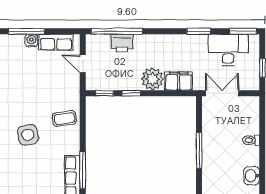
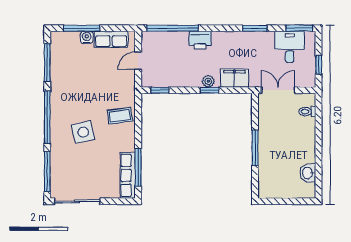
printer: (122, 43) -> (200, 40), moved
desk: (228, 50) -> (290, 47), width x0.73
door: (83, 64) -> (138, 61), hinge flipped
plant: (152, 79) -> (208, 81), width x0.53, depth x0.53
window: (131, 93) -> (210, 90), moved
toilet: (251, 140) -> (307, 112), moved

